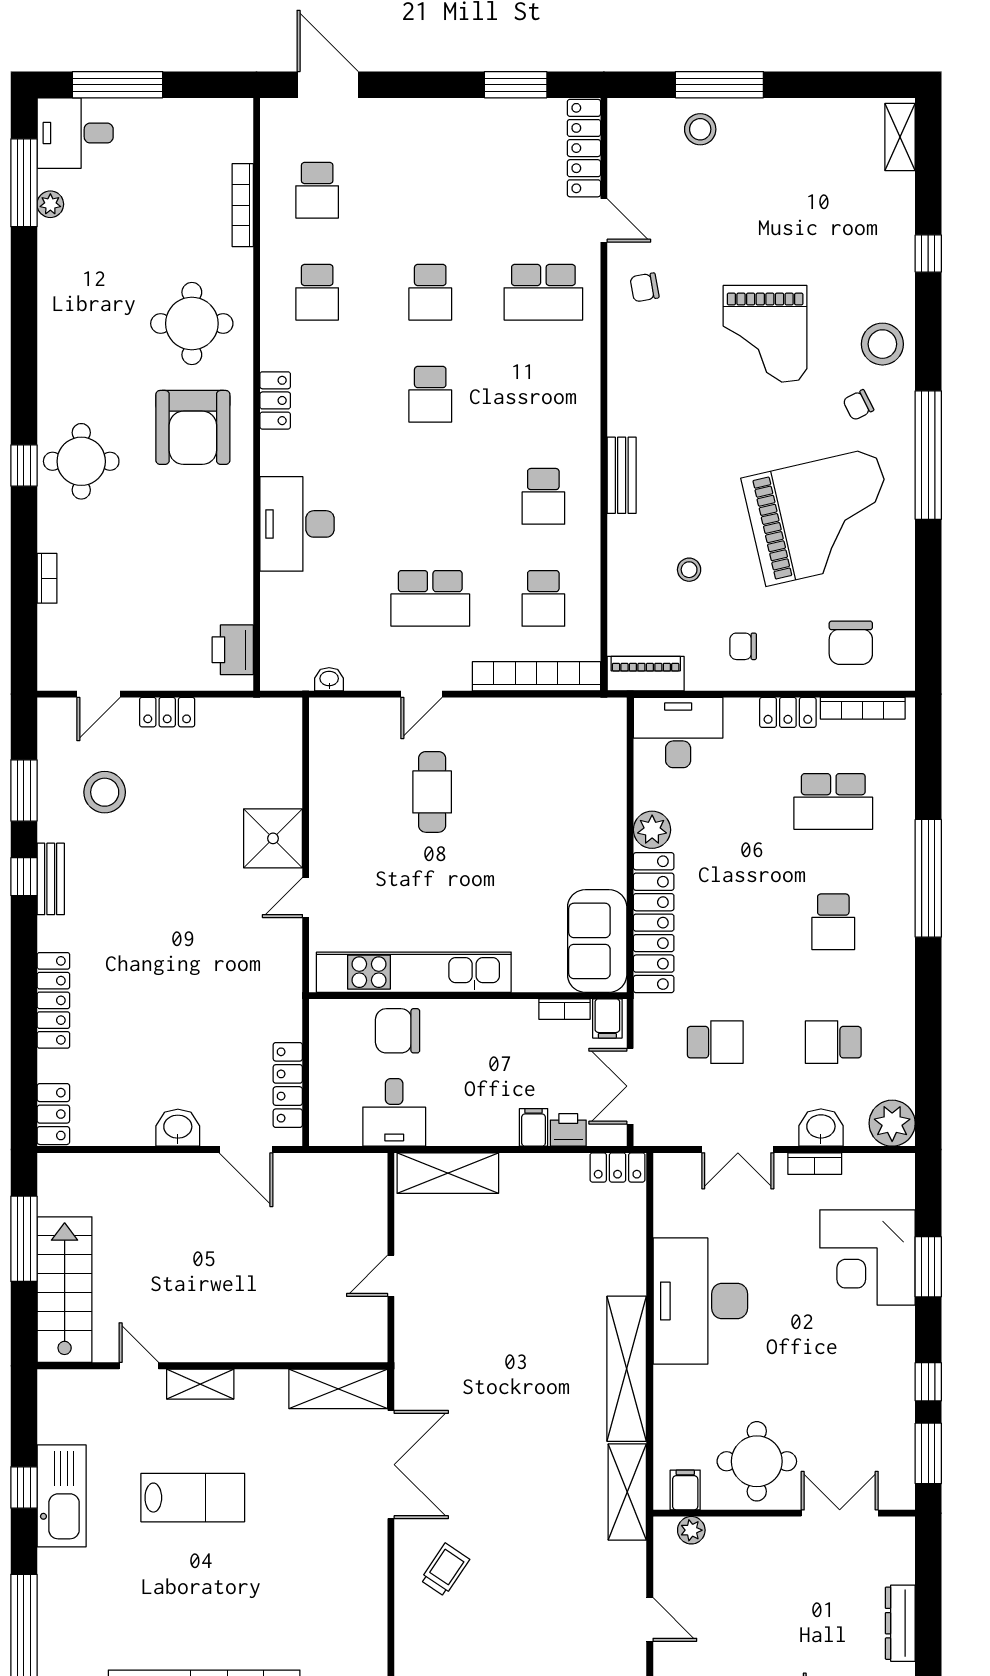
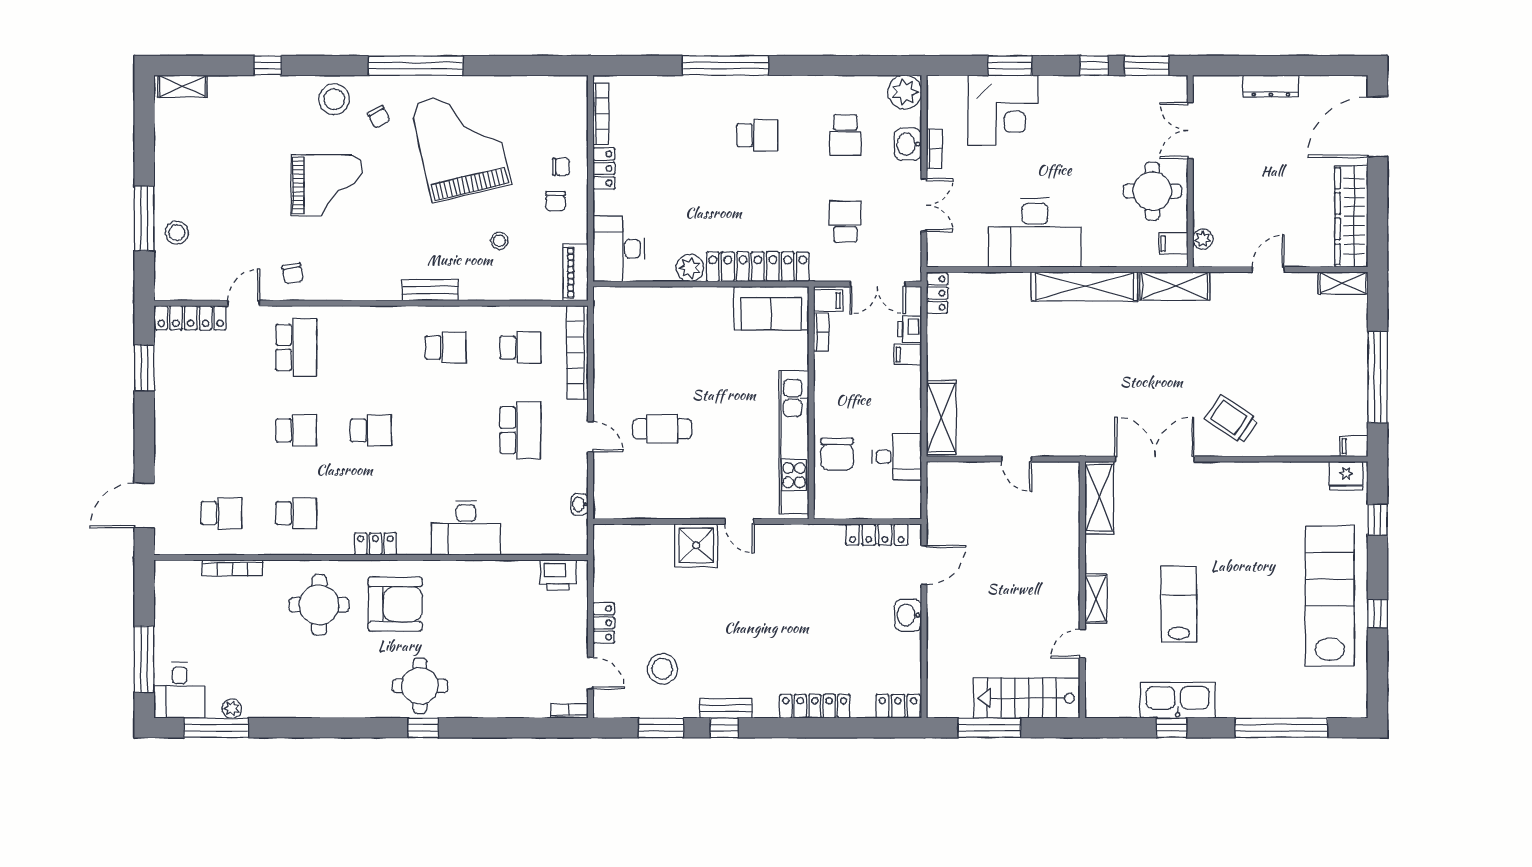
bookcase: (47, 578) -> (569, 711), moved
chair: (851, 643) -> (561, 167), moved, width x0.54, depth x0.54
school desk: (833, 801) -> (669, 135), removed
trolley: (445, 1570) -> (1232, 419), width x1.36, depth x1.39

